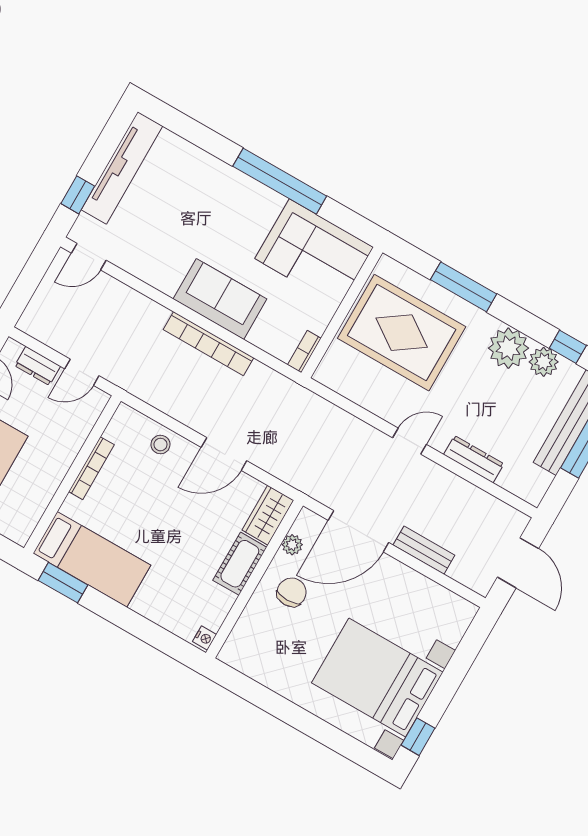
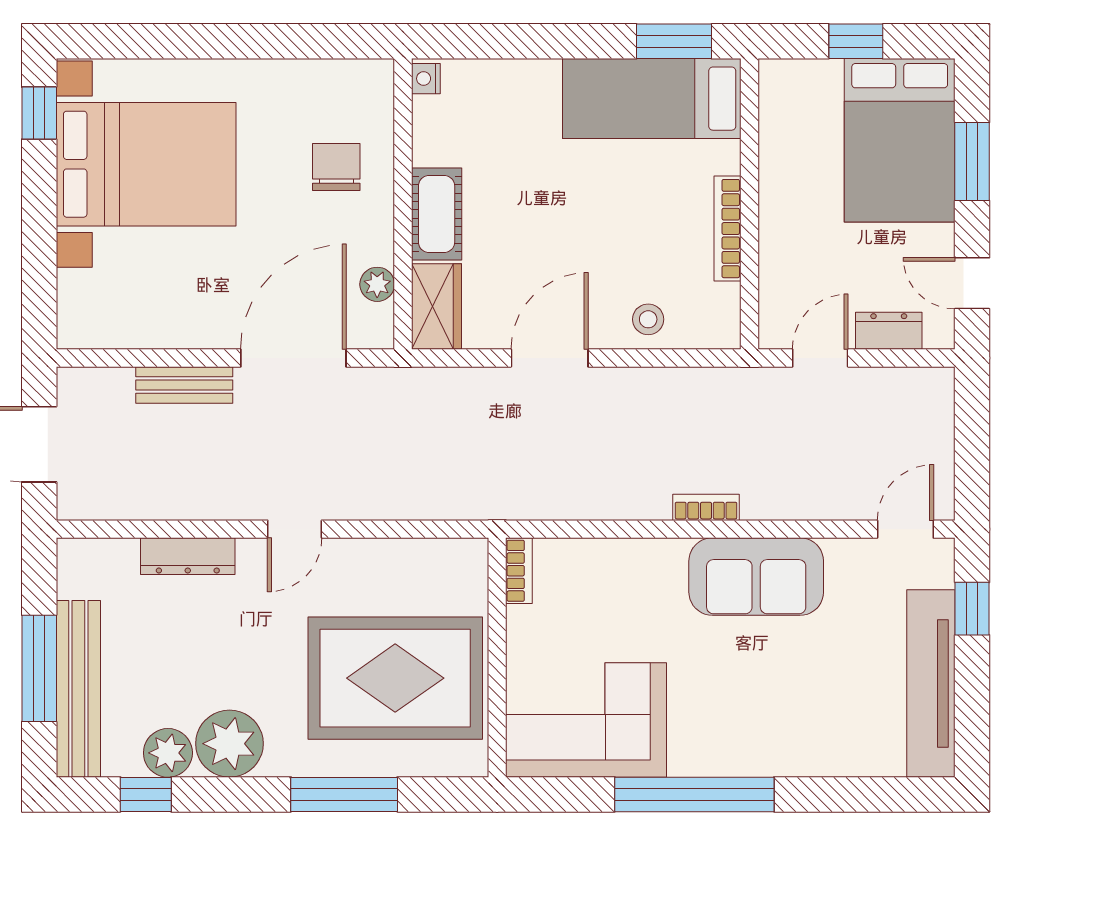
sofa: (220, 299) -> (756, 577), moved
bookcase: (208, 344) -> (706, 507), width x0.43, depth x0.76
chair: (292, 592) -> (336, 167), moved, turned 180

